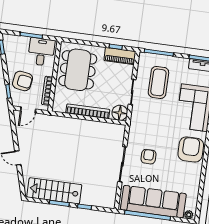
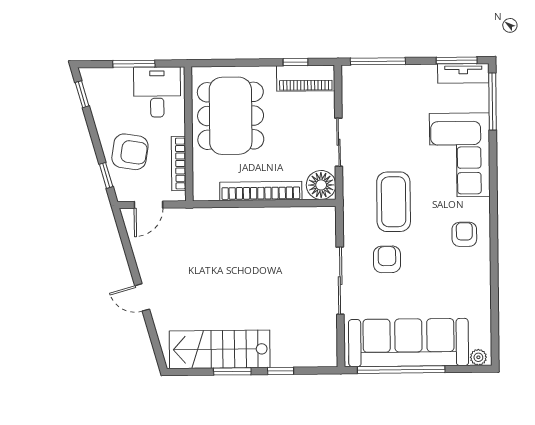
coffee table: (158, 82) -> (394, 202), moved
armchair: (191, 149) -> (464, 234), width x0.53, depth x0.53

